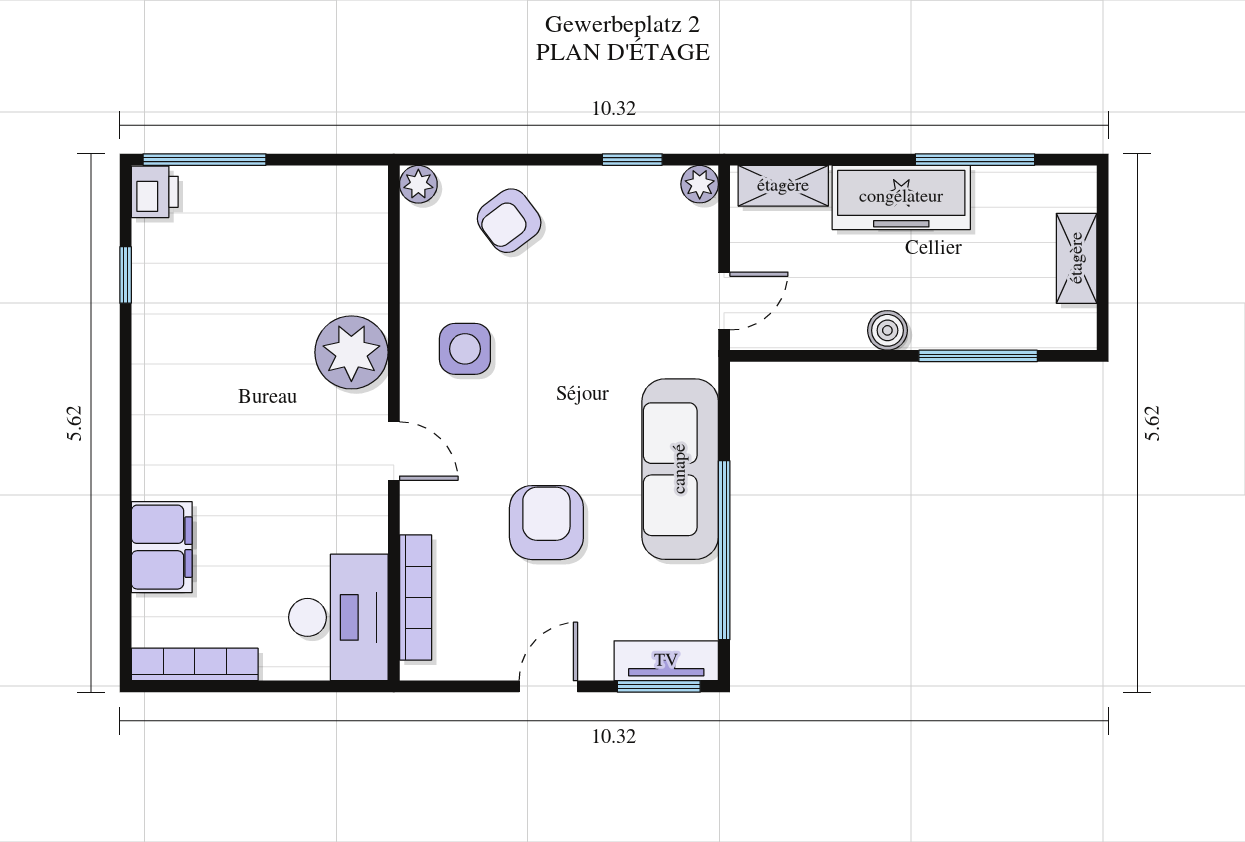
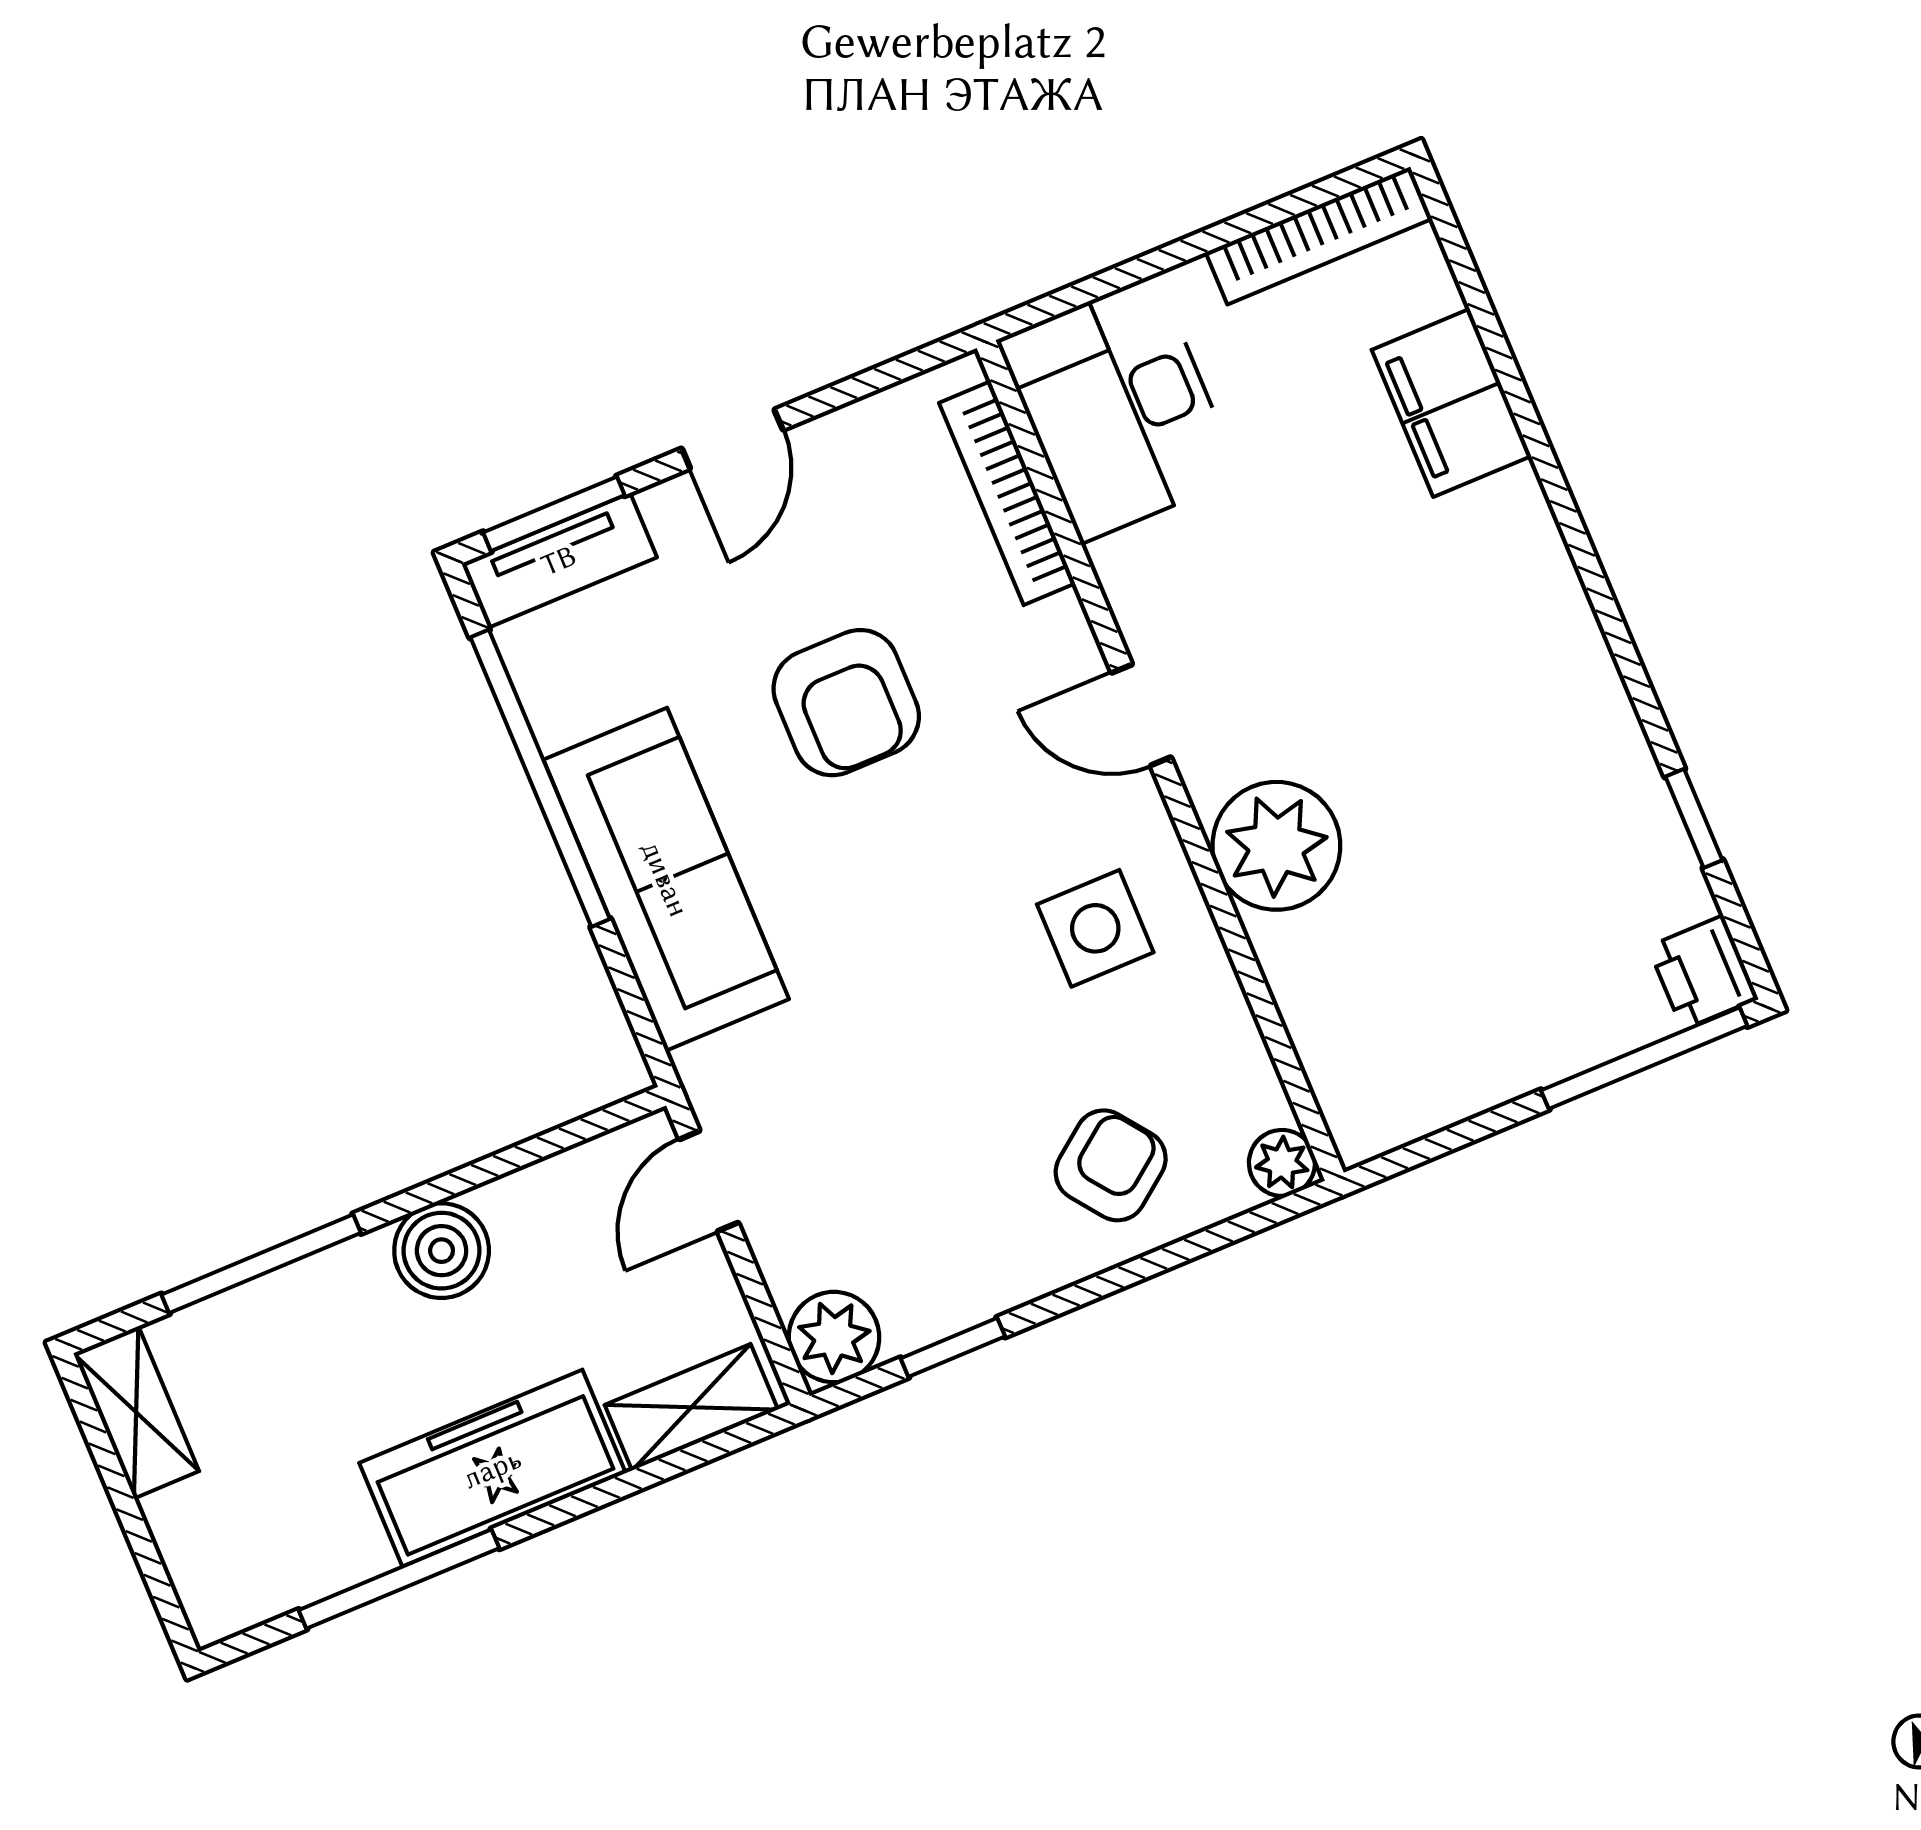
plant: (700, 184) -> (834, 1337), width x1.38, depth x1.38
shelving: (1077, 258) -> (136, 1412), moved
boiler: (887, 330) -> (442, 1251), width x1.36, depth x1.36

